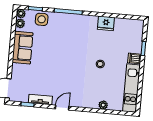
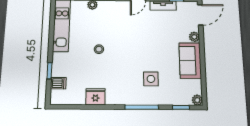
side table: (42, 19) -> (151, 79), moved
plant: (20, 23) -> (194, 37), moved
dishwasher: (134, 58) -> (58, 83), moved

